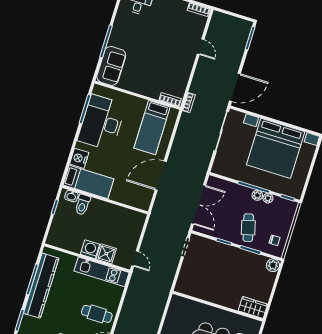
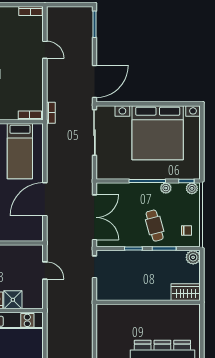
plant: (257, 195) -> (192, 188), moved
door: (135, 259) -> (45, 270), moved
wall: (218, 306) -> (148, 302), moved
wardrobe: (253, 307) -> (186, 292), moved

